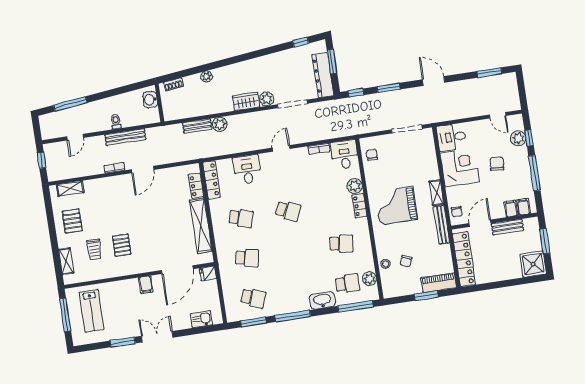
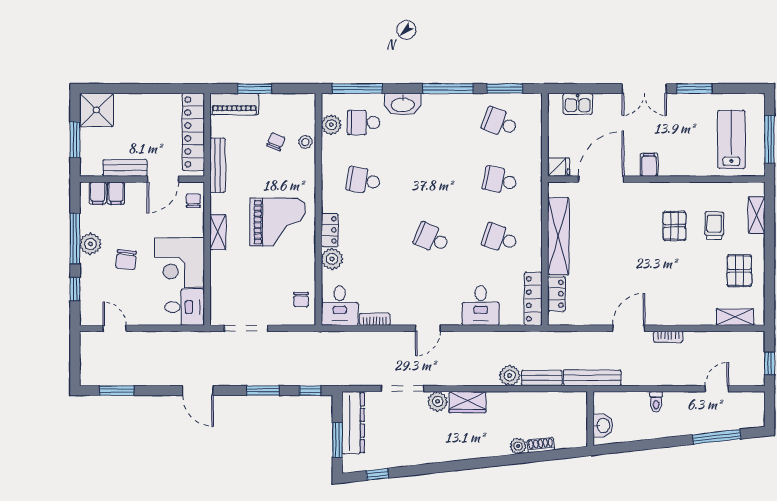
shoe rack: (173, 84) -> (541, 445), moved
bench: (125, 137) -> (592, 378), moved
plant: (518, 138) -> (90, 244), moved
bench: (442, 225) -> (218, 165), moved

